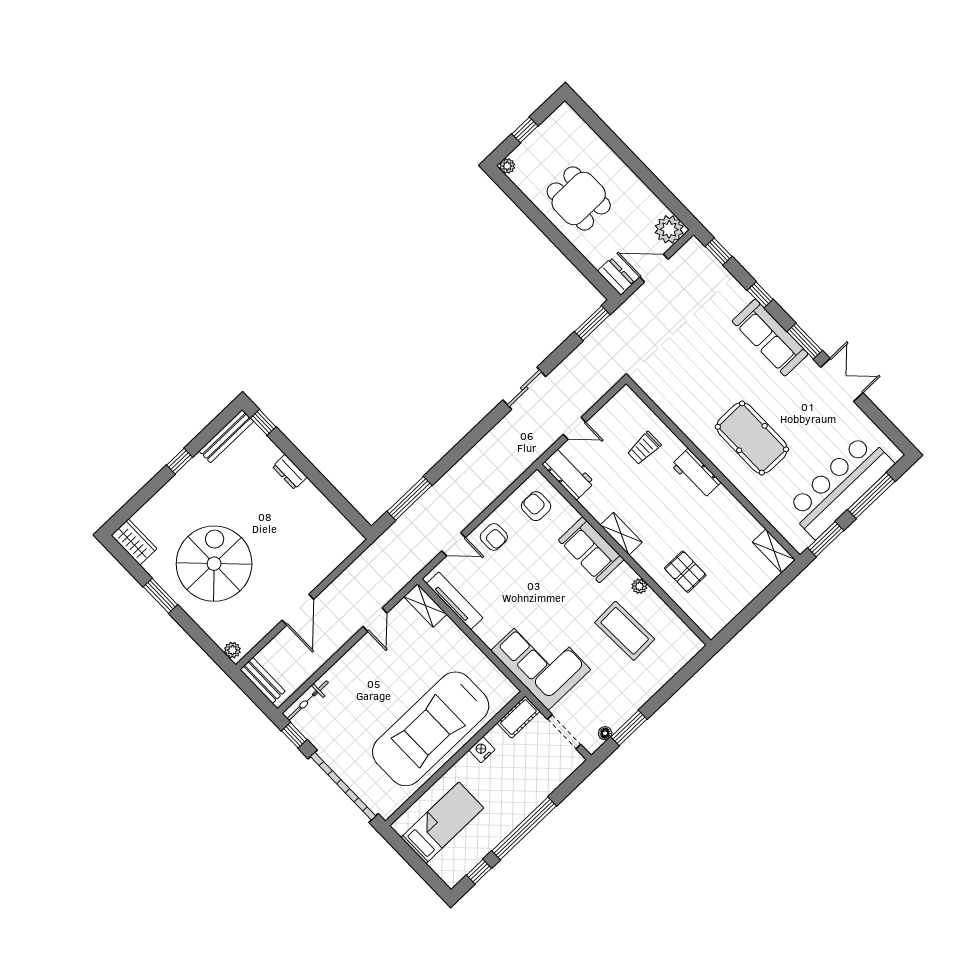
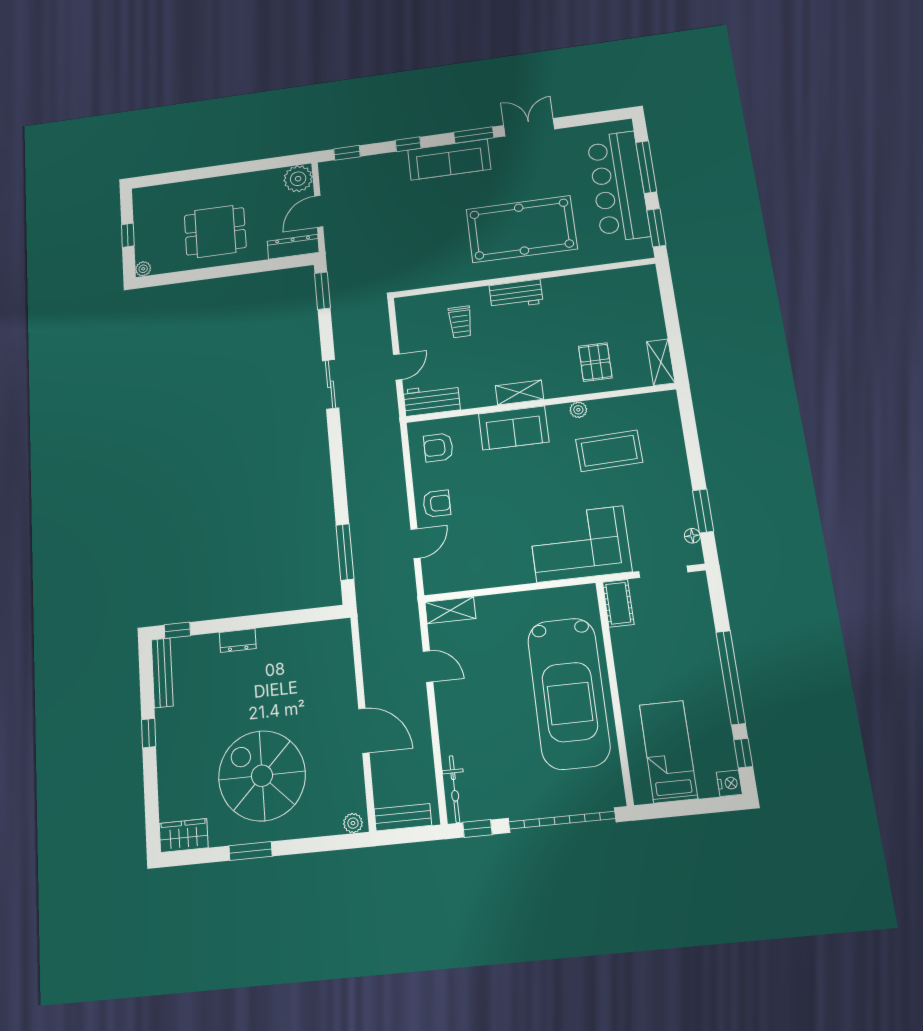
dresser: (616, 277) -> (293, 247), width x1.44
pool table: (752, 438) -> (522, 229), width x1.36, depth x1.32
shelving: (774, 551) -> (661, 362), moved, turned 90
pallet: (685, 572) -> (595, 362), turned 90
tv unit: (455, 601) -> (467, 581), removed
nightstand: (482, 750) -> (729, 783), moved, turned 180

